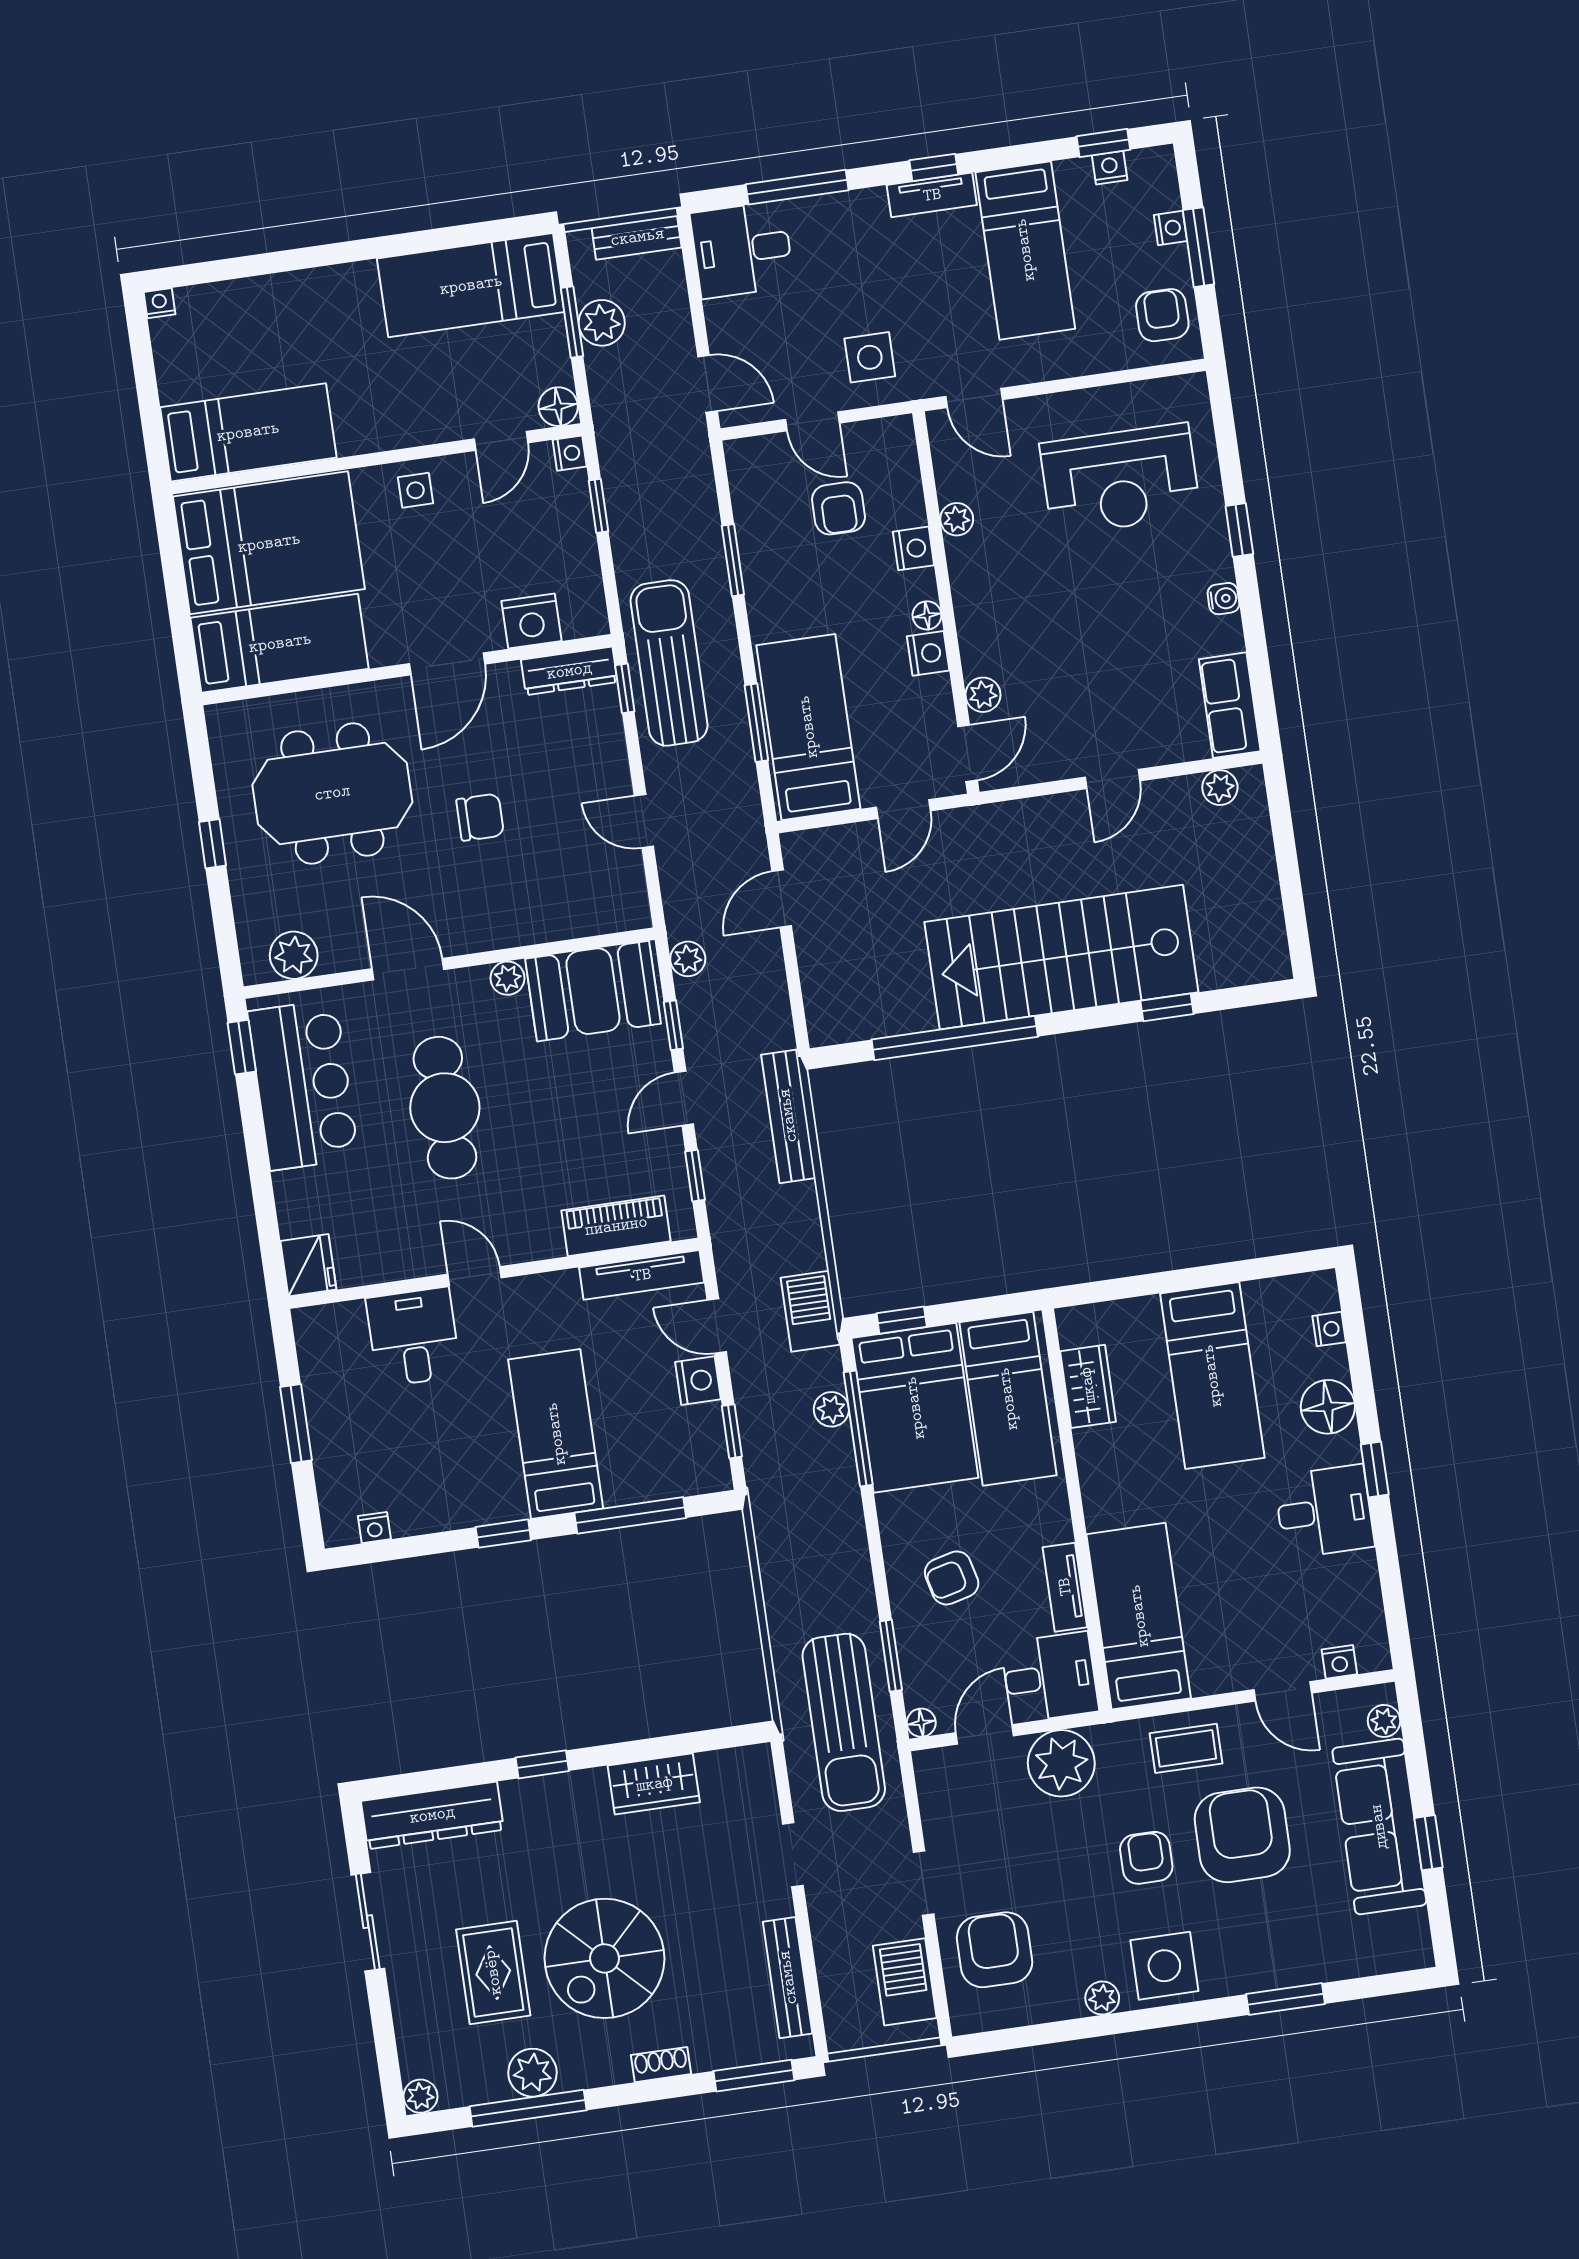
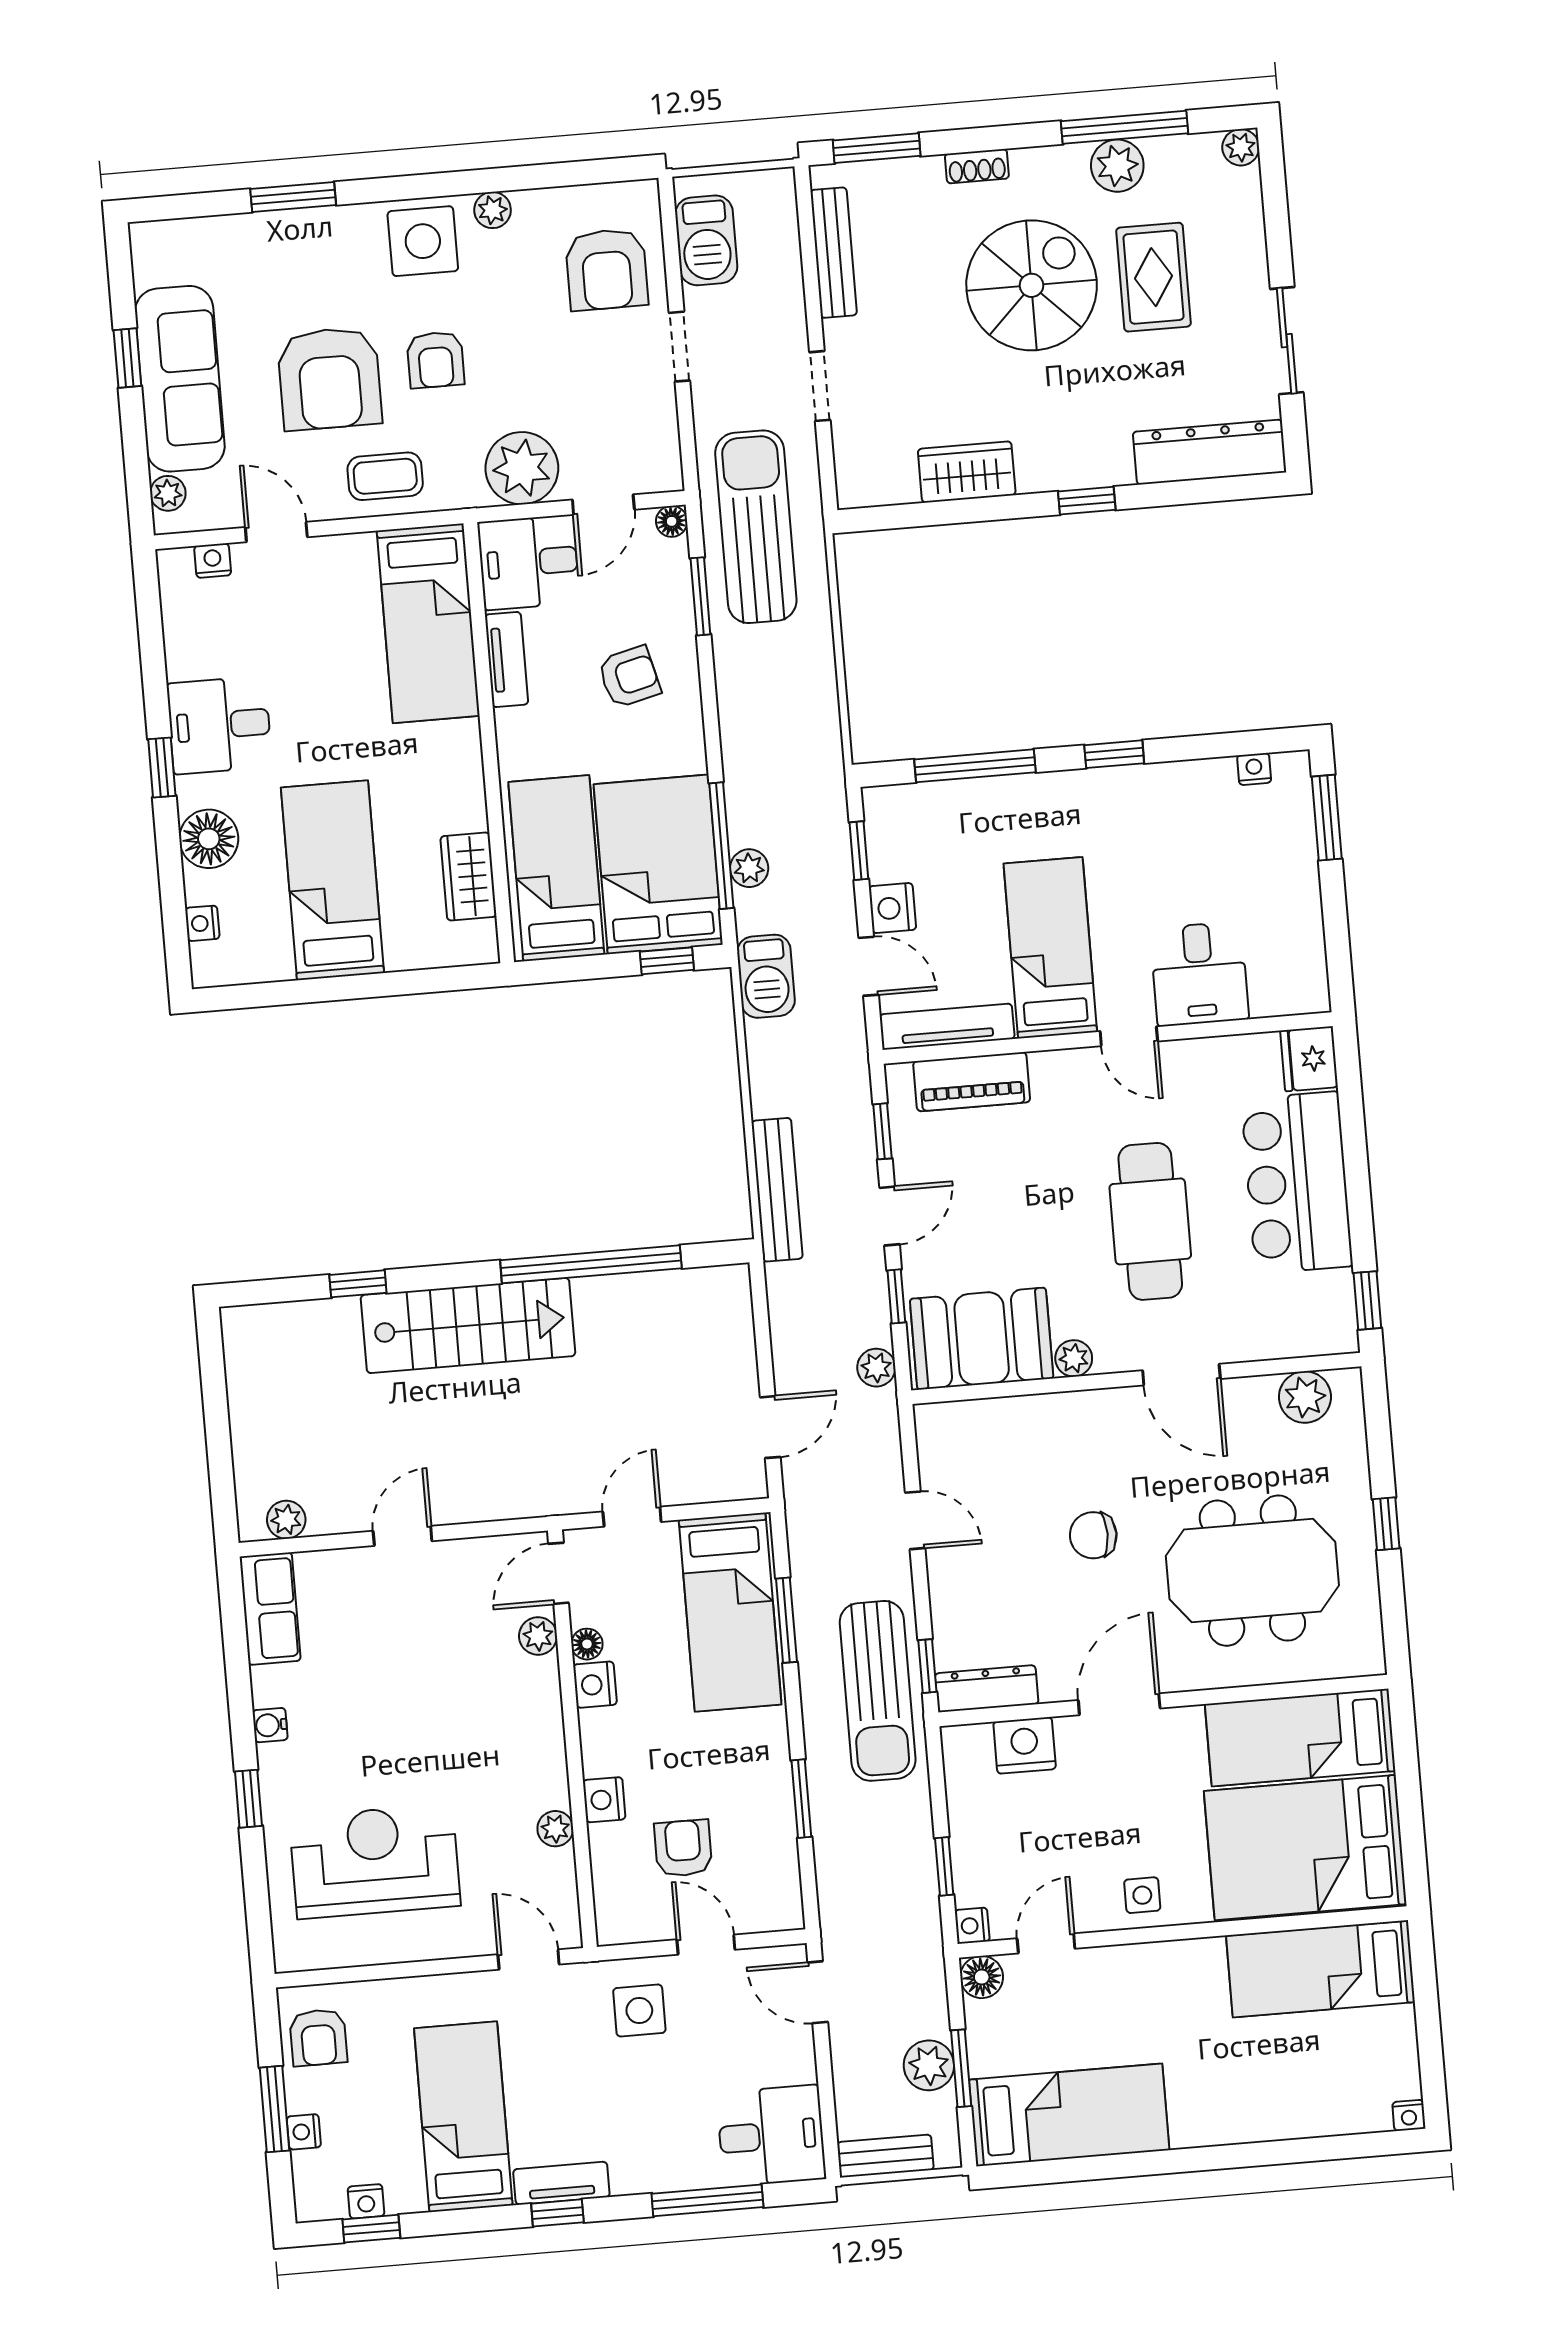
floor lamp: (927, 615) -> (587, 1644), moved
stairs: (1061, 957) -> (468, 1326), width x0.73, depth x0.66
bar counter: (303, 1085) -> (1297, 1183), moved
window: (296, 1424) -> (1327, 818), moved
bed: (556, 1434) -> (1050, 948), moved, turned 180

